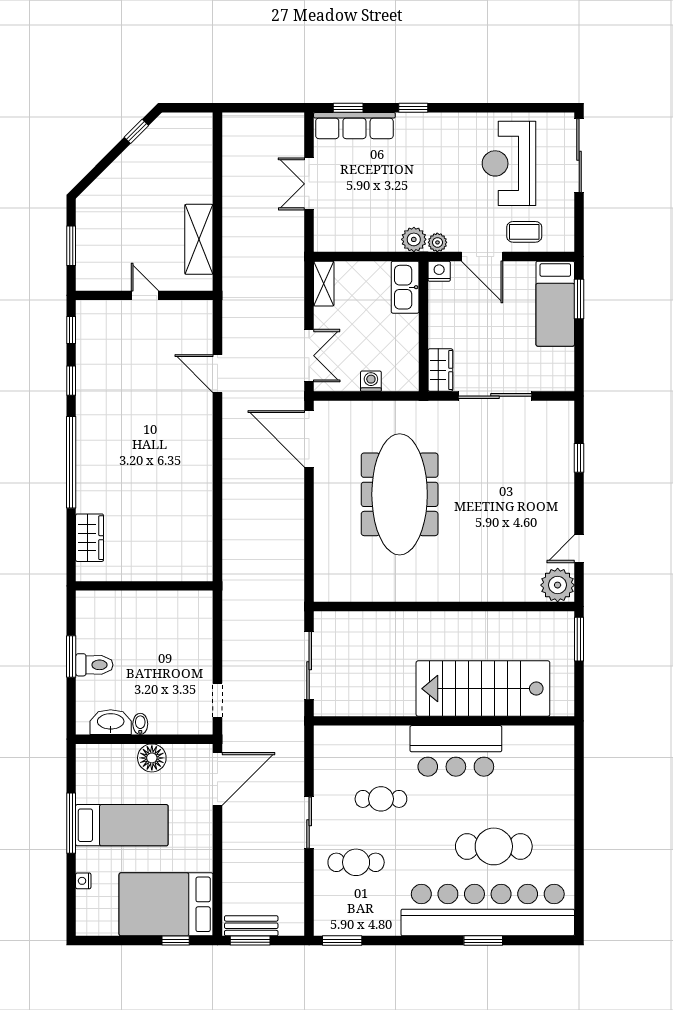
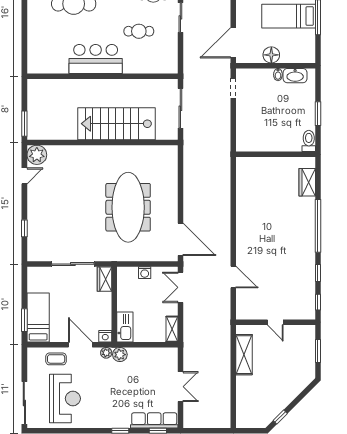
toilet: (94, 665) -> (309, 141), moved, turned 90
stairs: (483, 689) -> (117, 124), moved, turned 180

